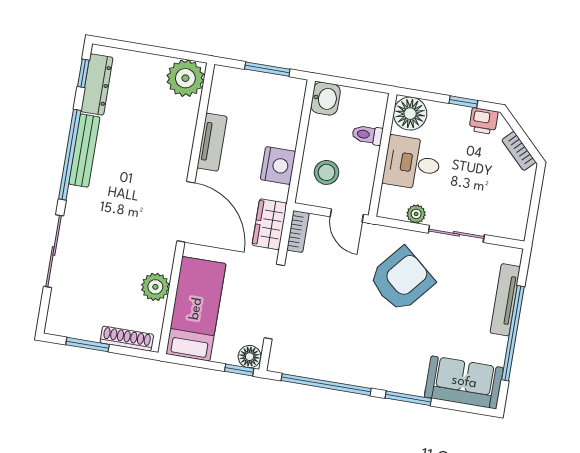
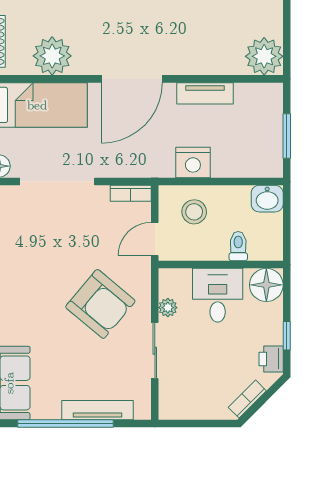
wardrobe: (270, 224) -> (133, 164), removed
plant: (155, 287) -> (52, 56), width x1.36, depth x1.36

